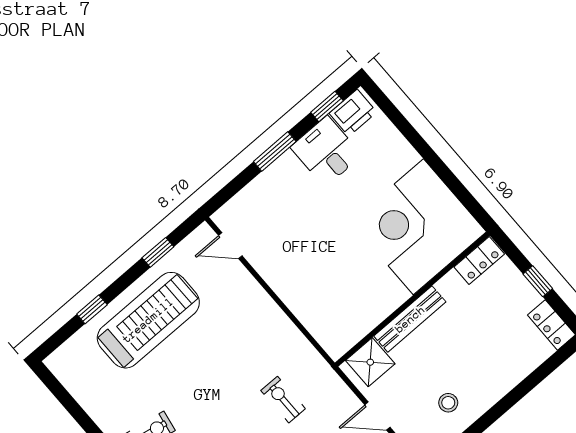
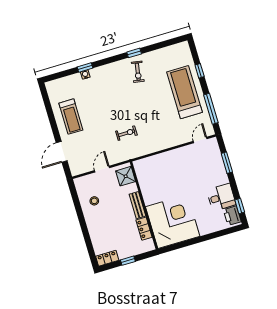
window: (275, 151) -> (227, 163), moved
window: (158, 252) -> (211, 109), width x2.17
locker: (479, 260) -> (144, 229), moved
bench: (410, 319) -> (137, 205), width x0.73
treadmill: (148, 320) -> (185, 92), turned 180

